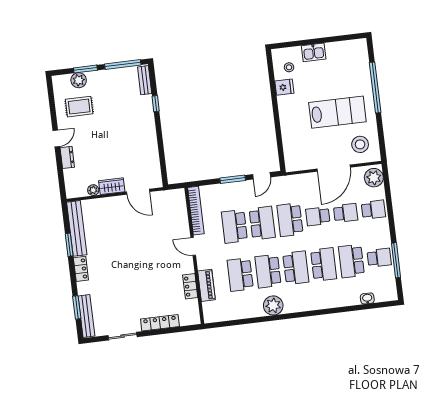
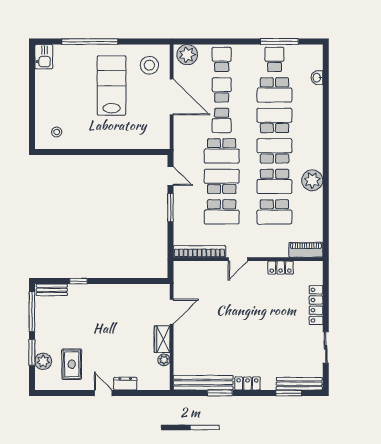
kitchen sink: (314, 52) -> (44, 57), moved
fridge: (284, 87) -> (78, 140), removed
piano: (206, 285) -> (306, 250), moved

